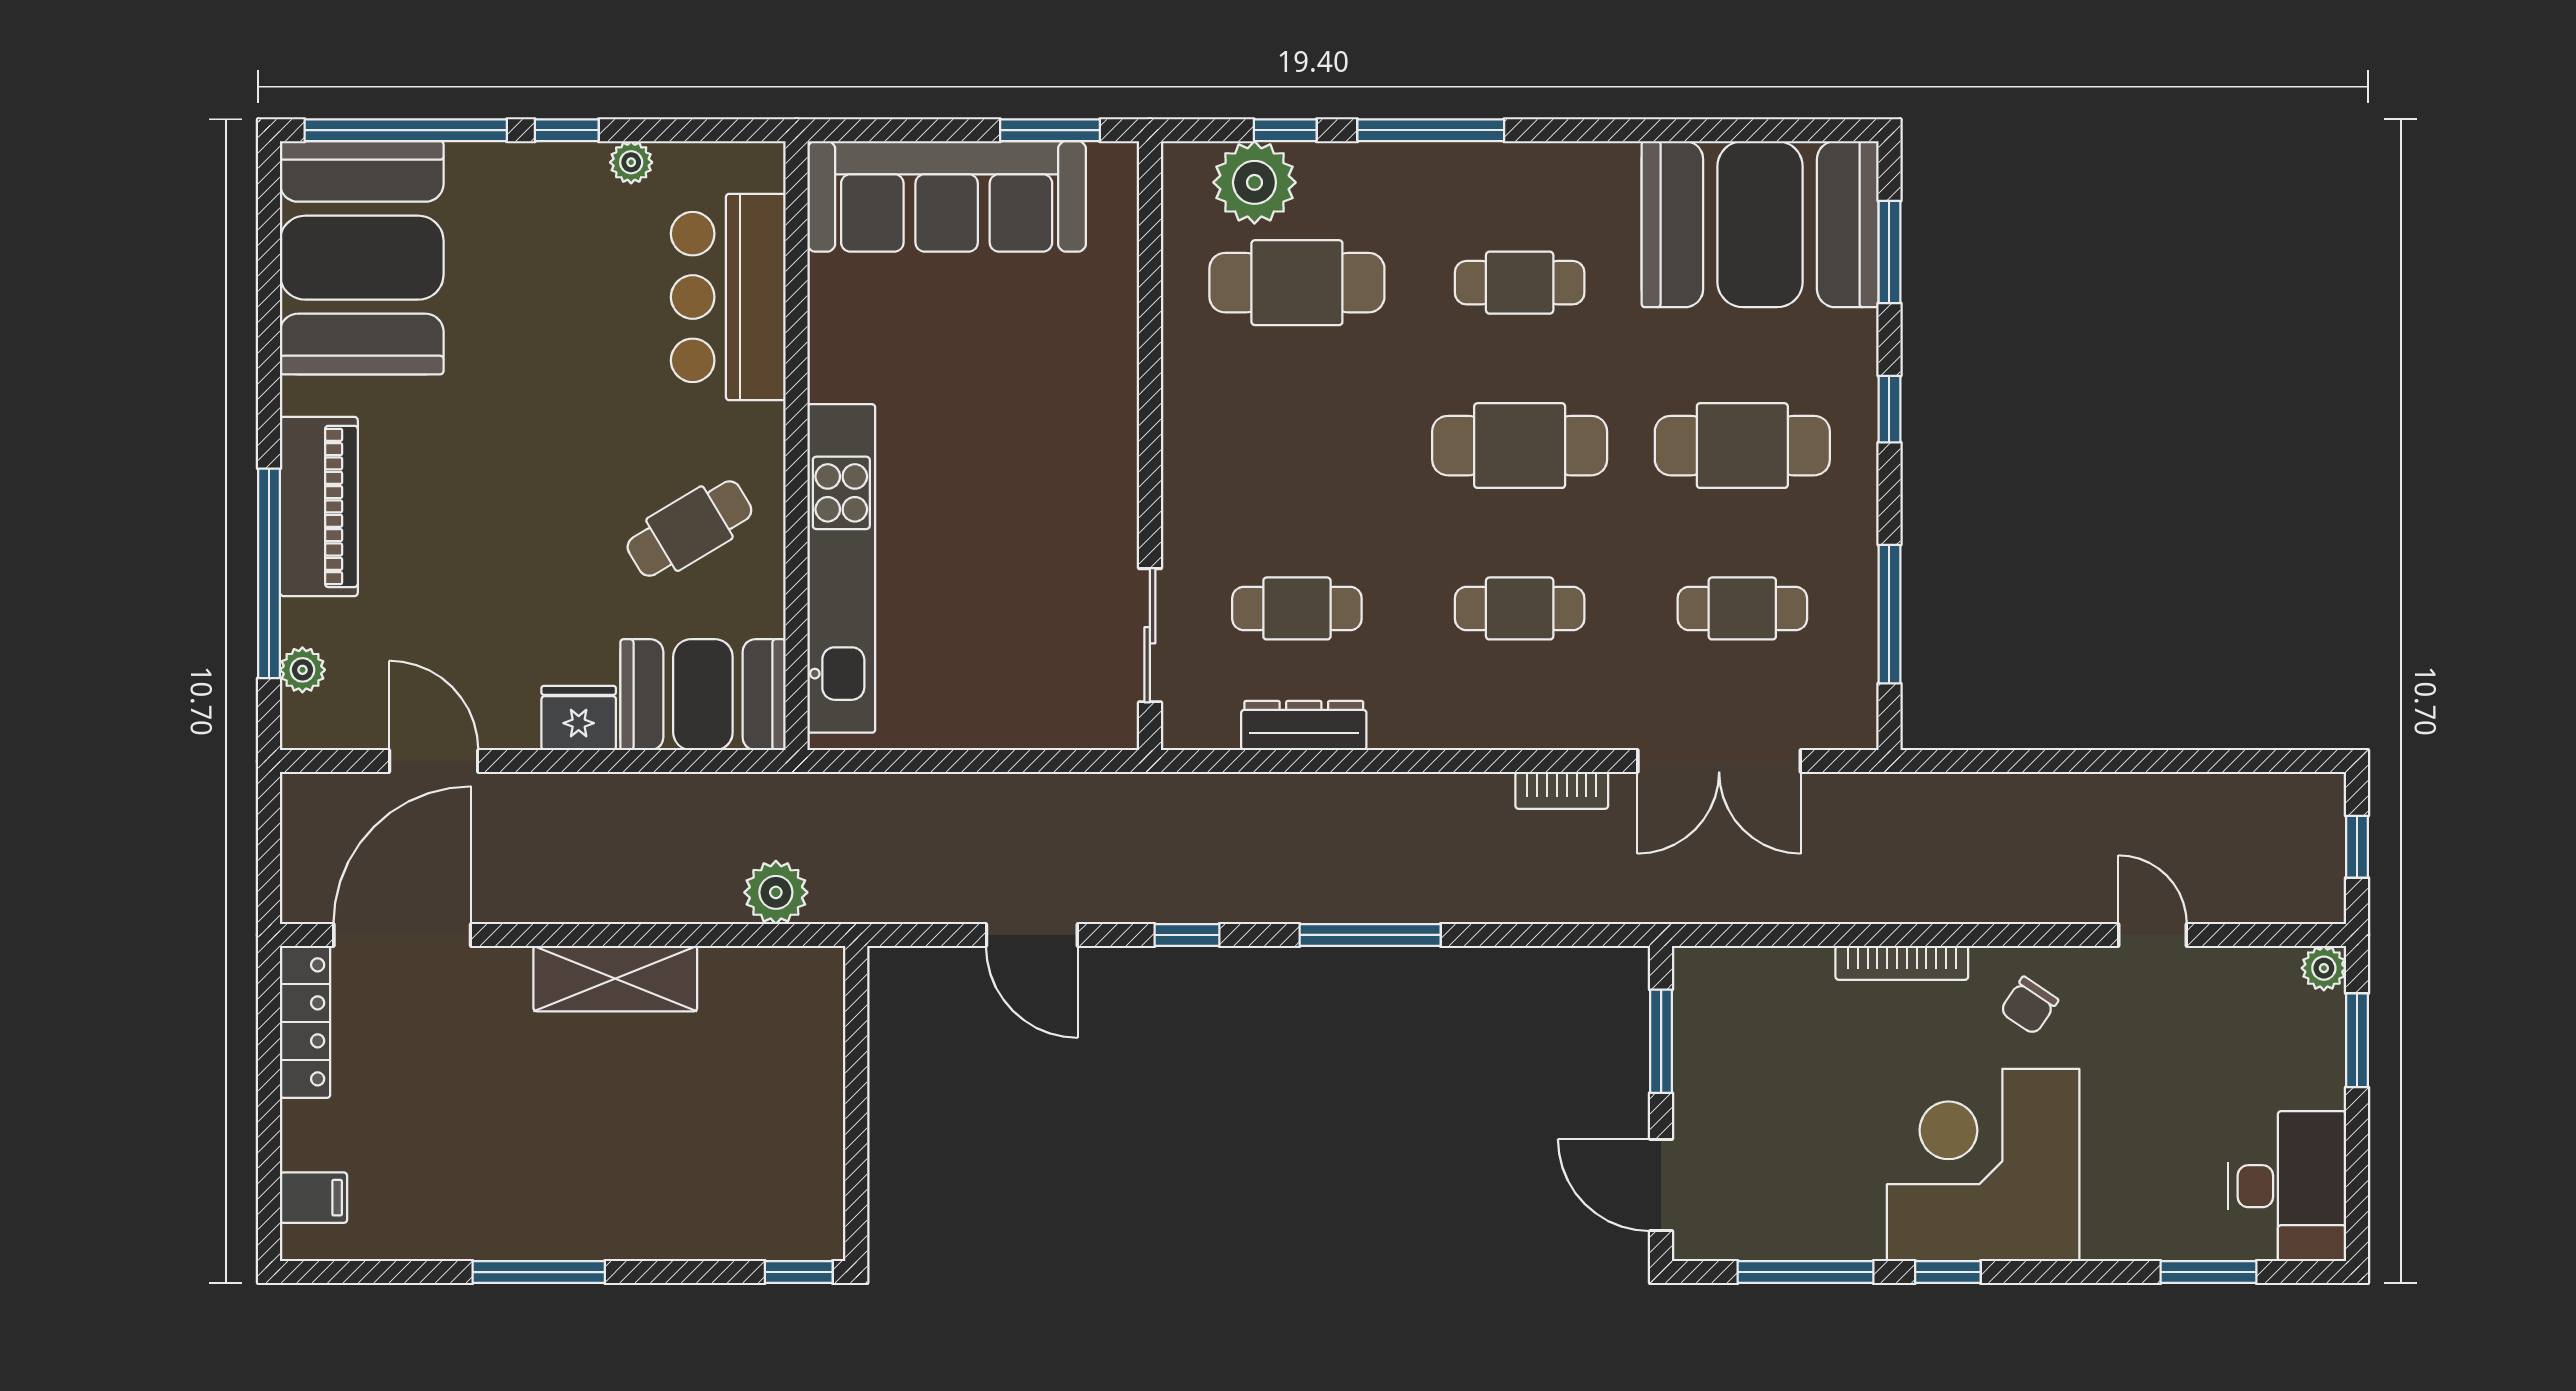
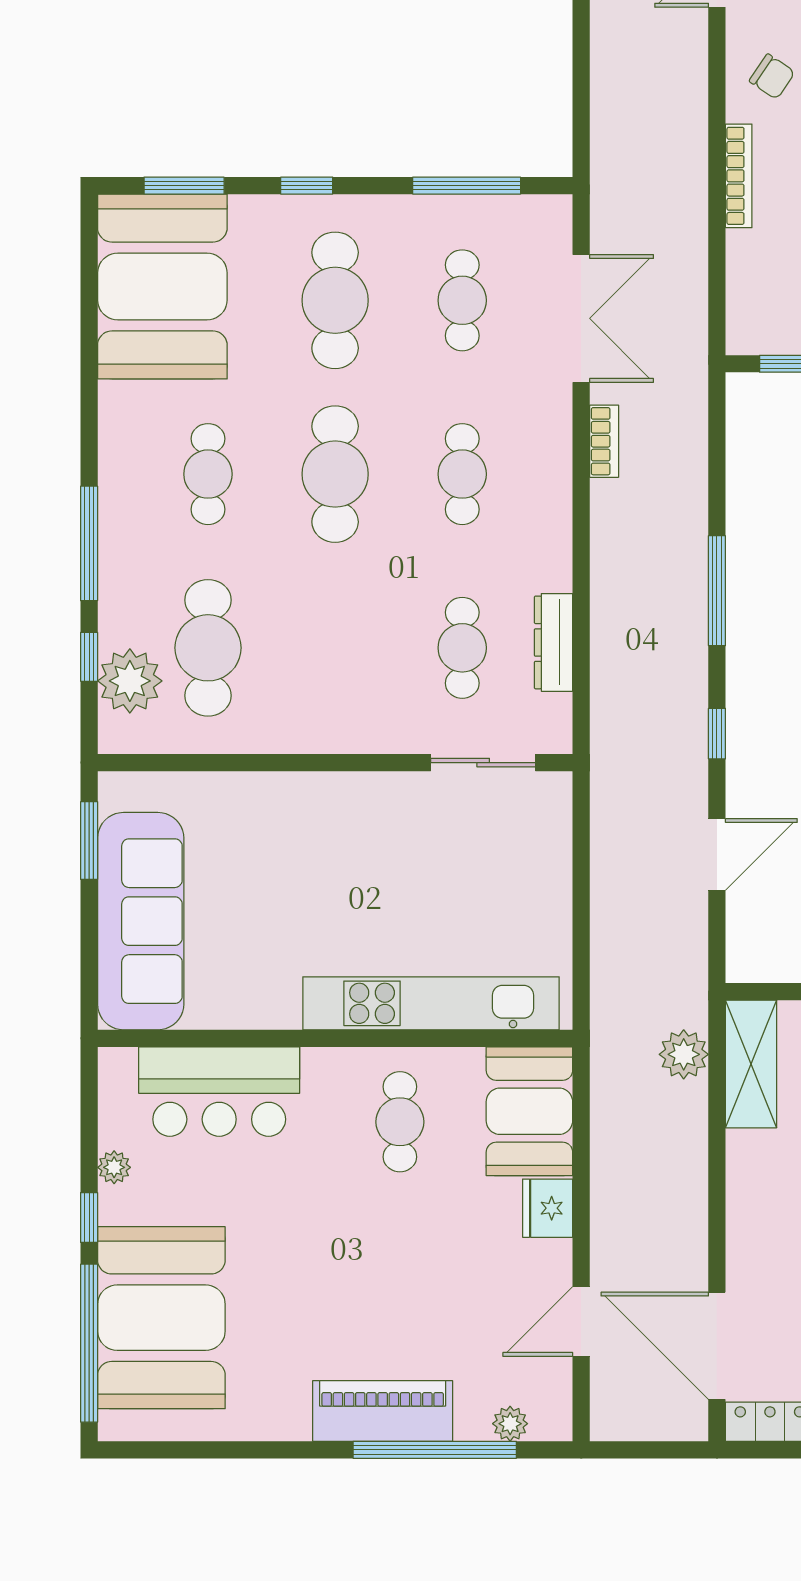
booth: (362, 258) -> (161, 1318), moved, turned 90
cafe table: (689, 529) -> (400, 1122), turned 31
shelving: (615, 979) -> (751, 1064), moved

